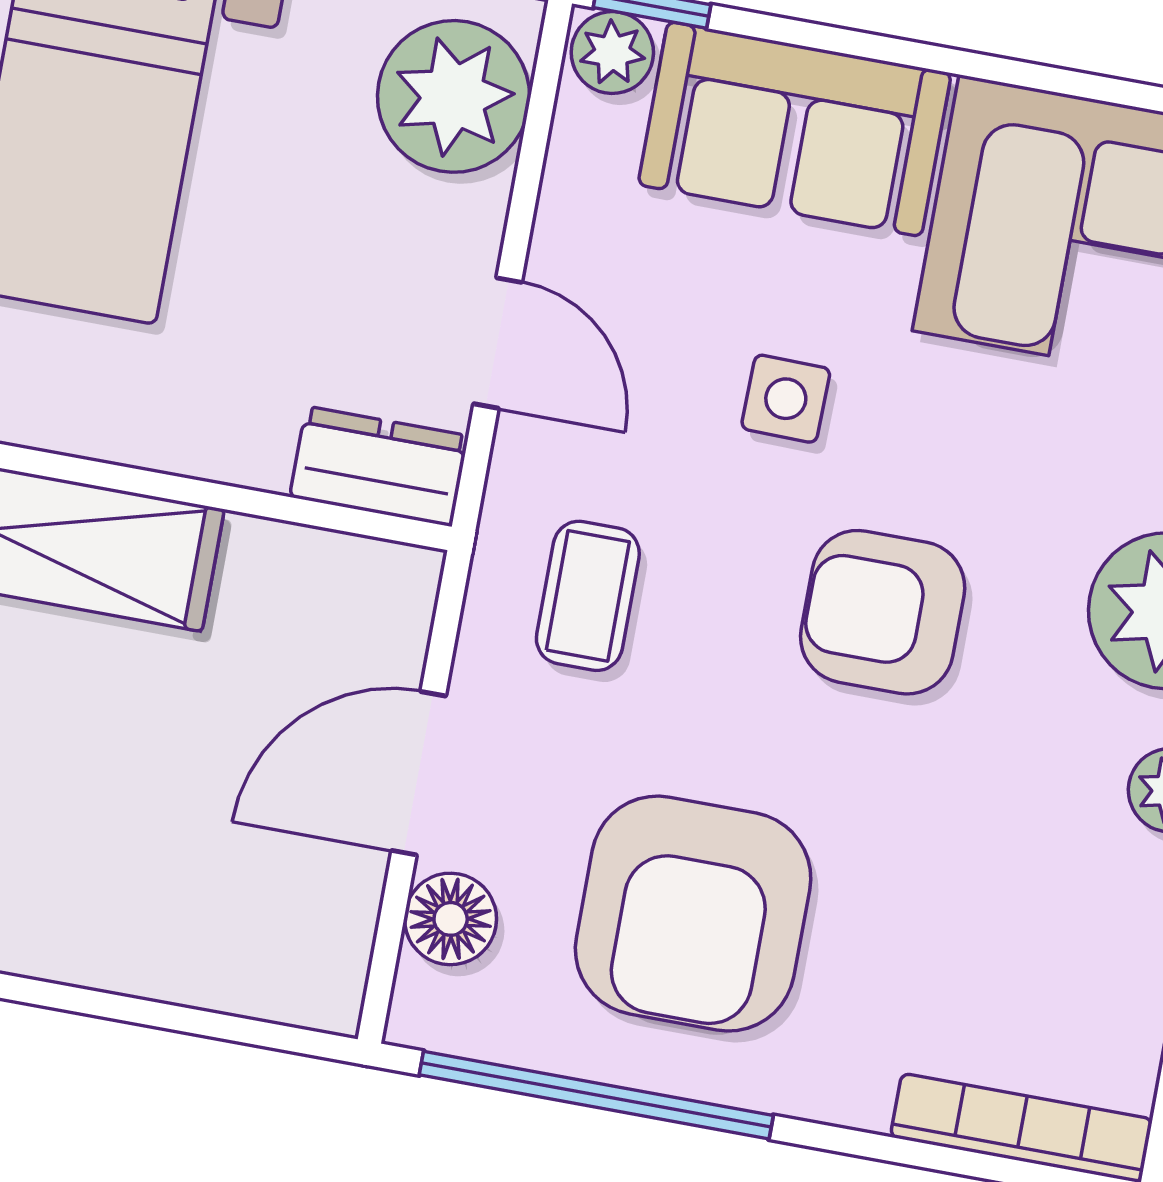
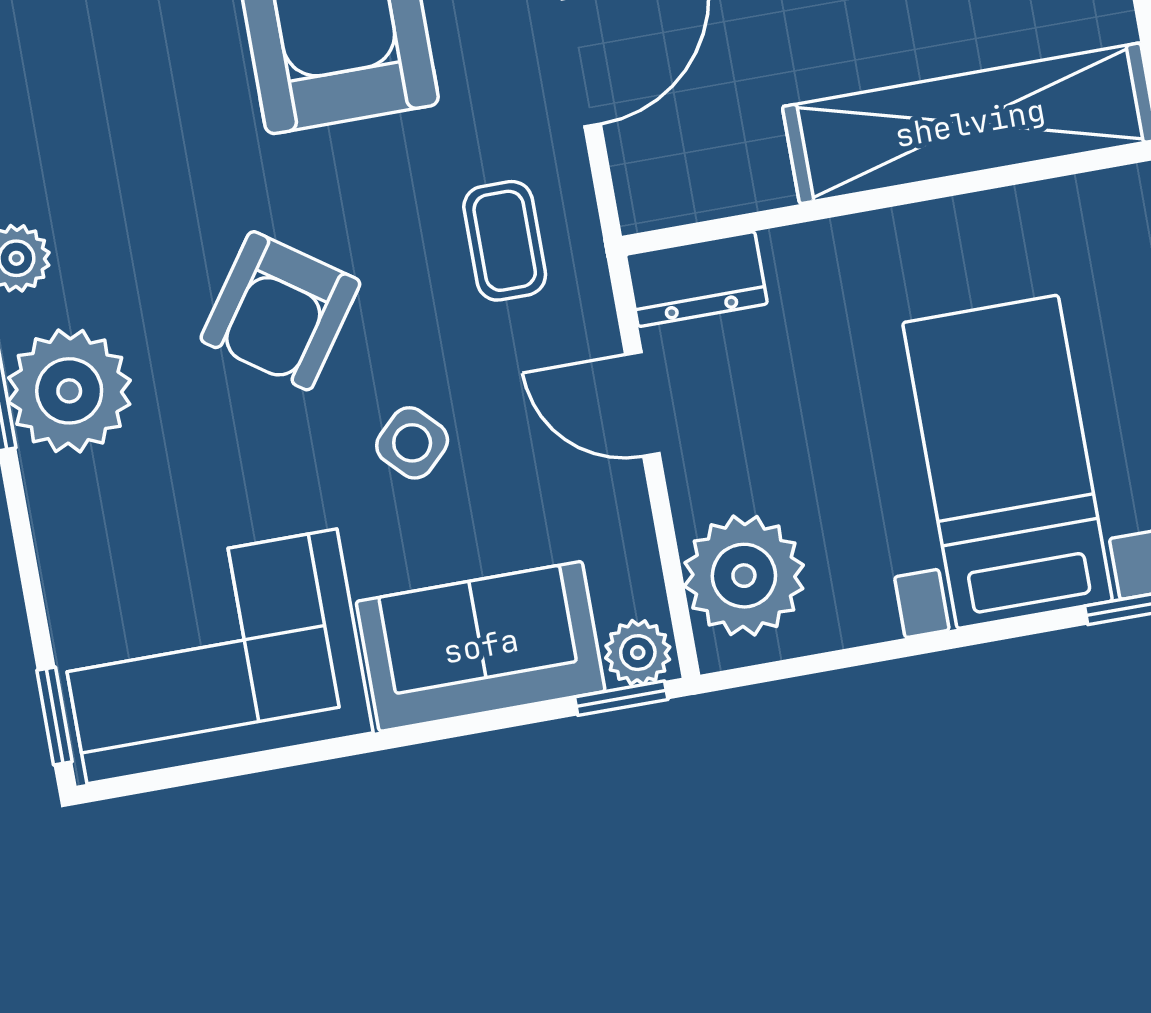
side table: (786, 399) -> (412, 443), turned 45
armchair: (883, 612) -> (280, 311), turned 125

